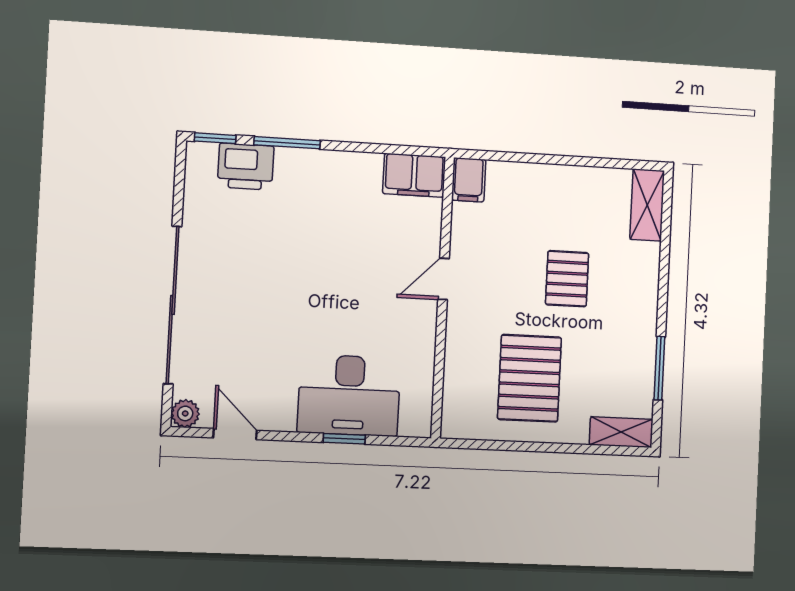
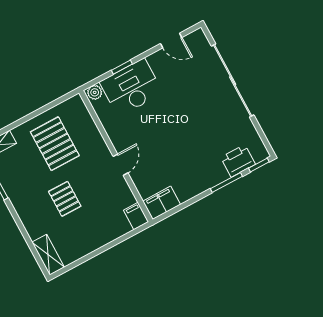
plant: (185, 413) -> (95, 92), moved

